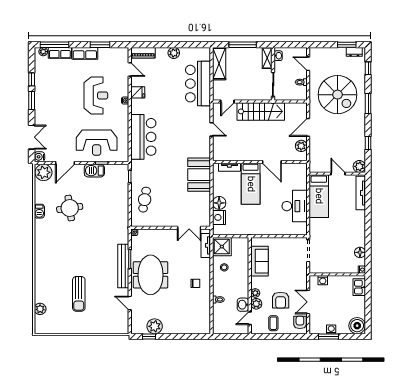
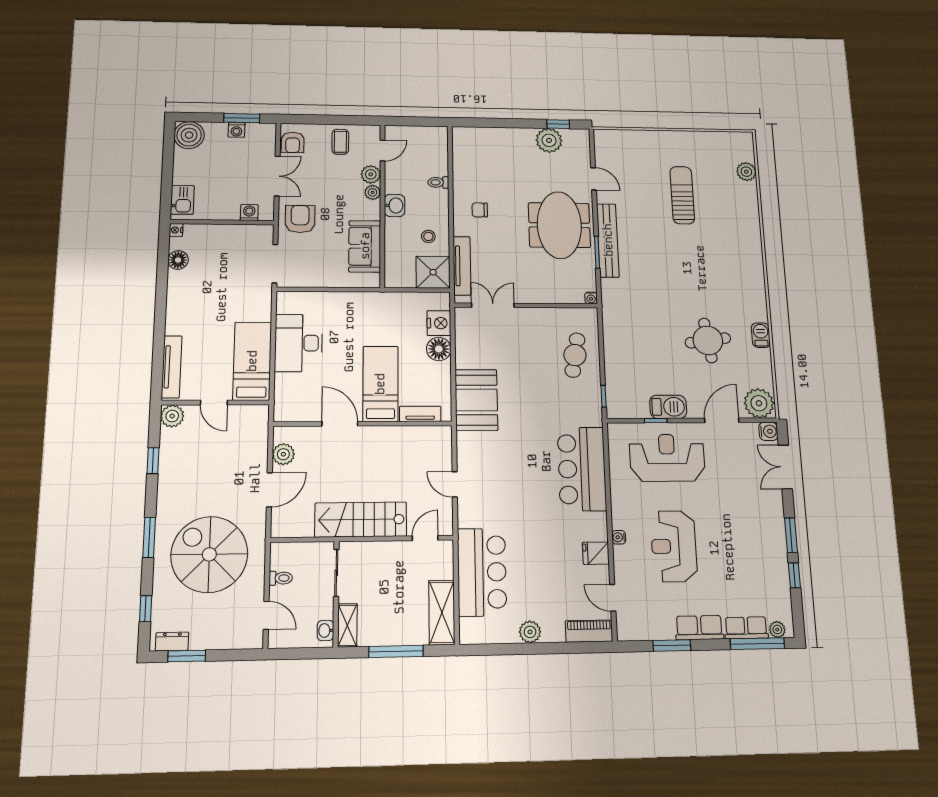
tv unit: (206, 245) -> (462, 266), width x1.41
armchair: (281, 300) -> (300, 219), moved
washbasin: (243, 305) -> (395, 205), moved

